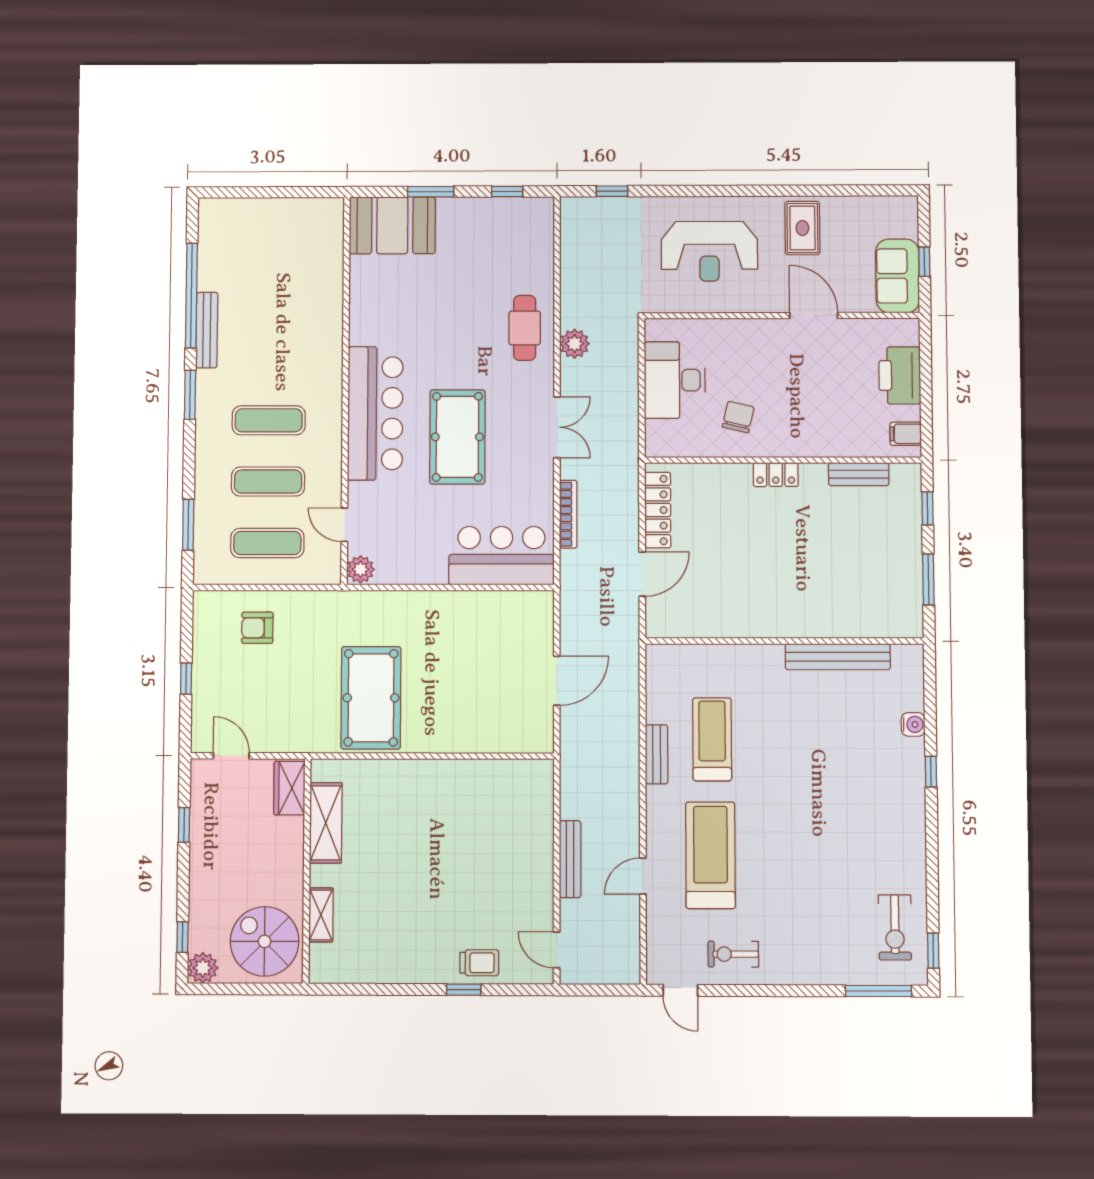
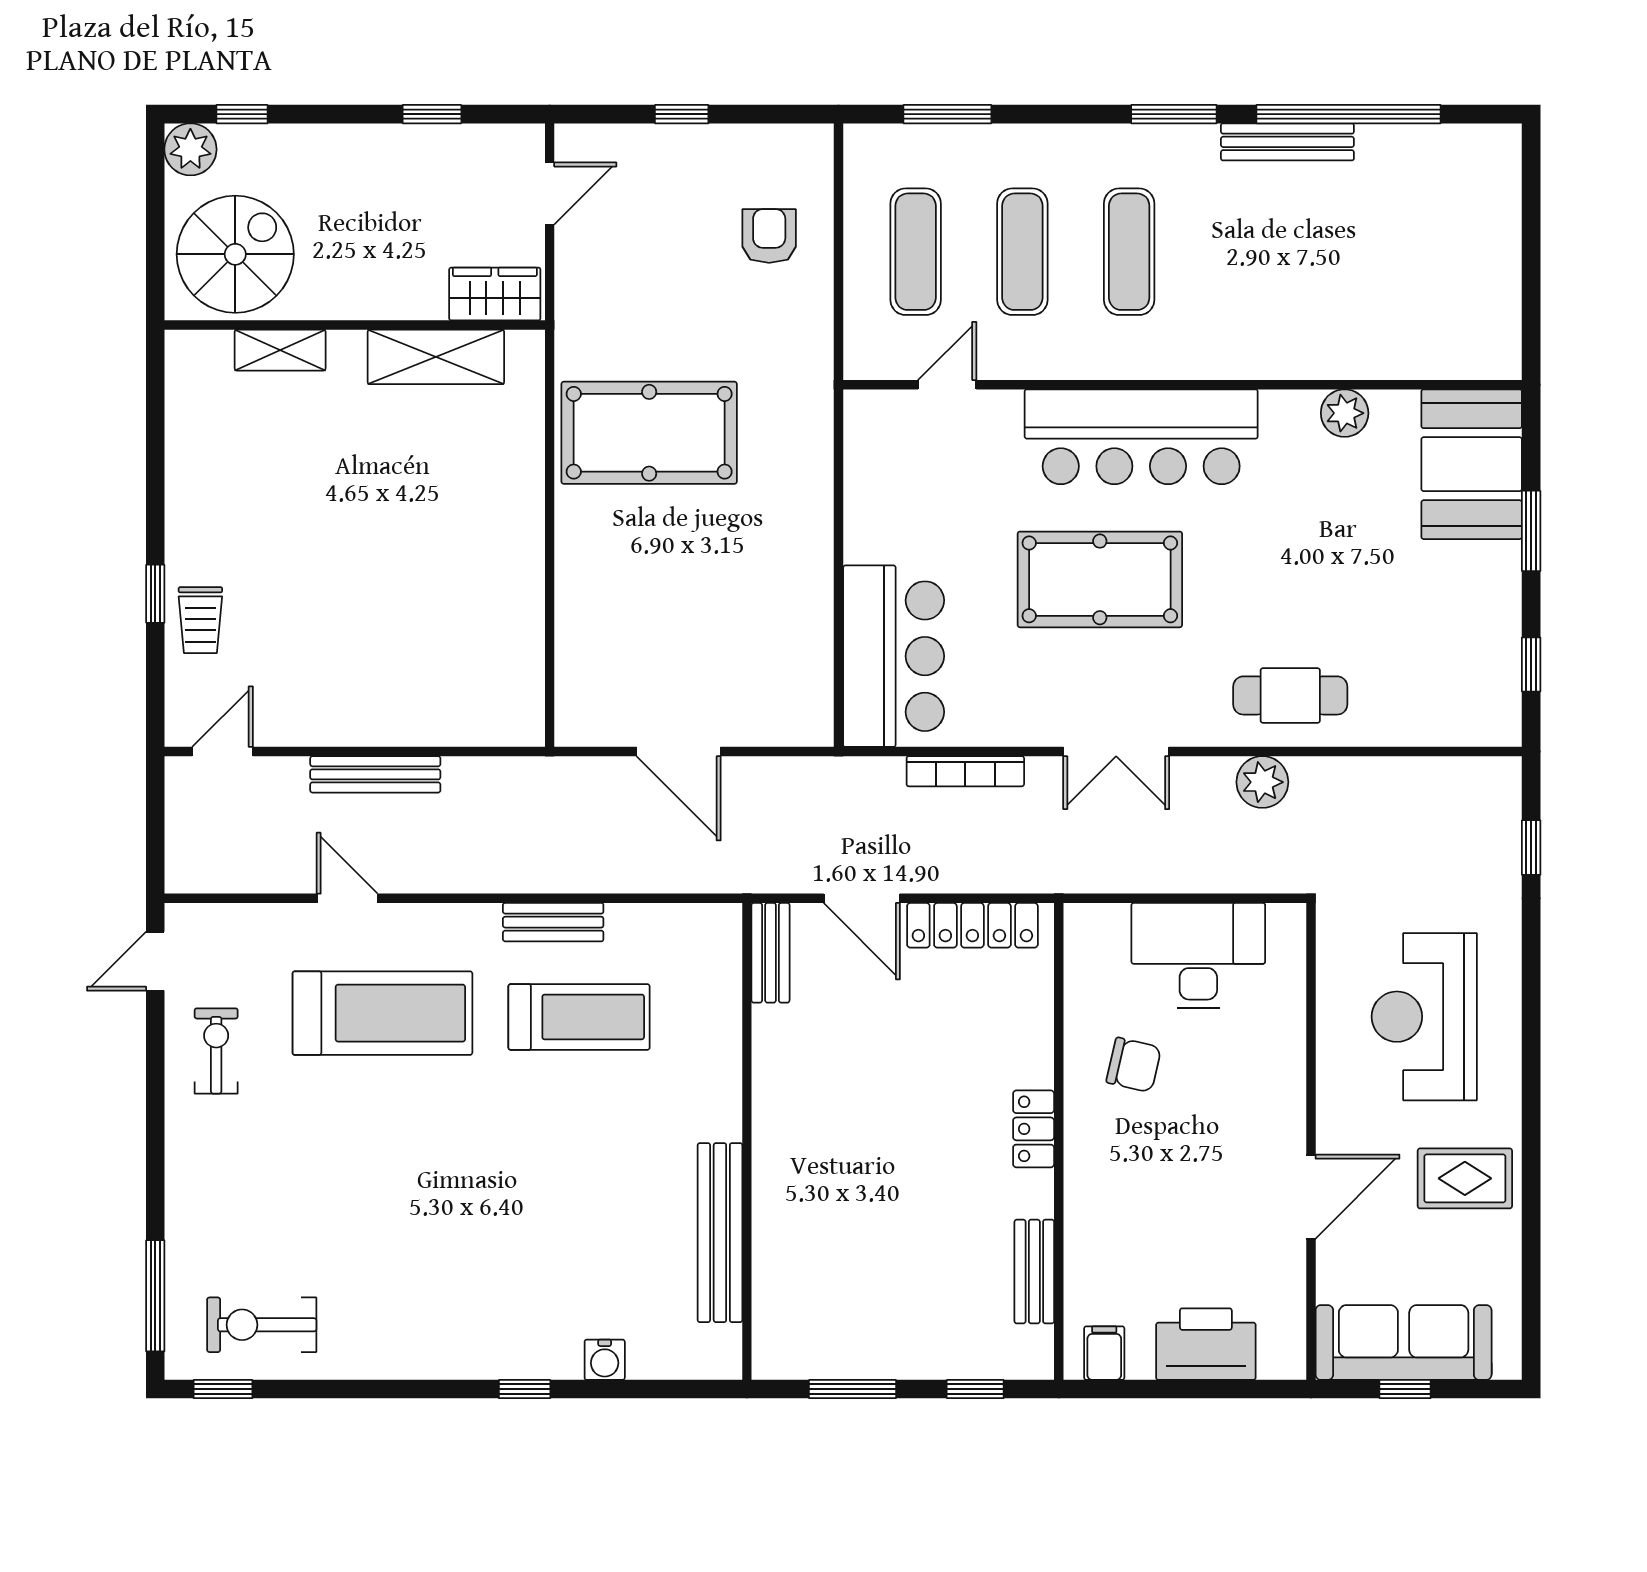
sofa: (898, 276) -> (1404, 1342), width x1.36
plant: (360, 569) -> (1345, 413), moved
bench: (674, 627) -> (770, 953), added

